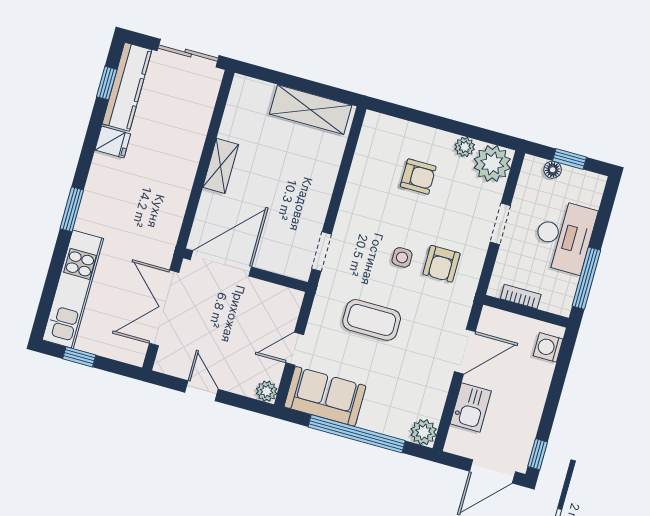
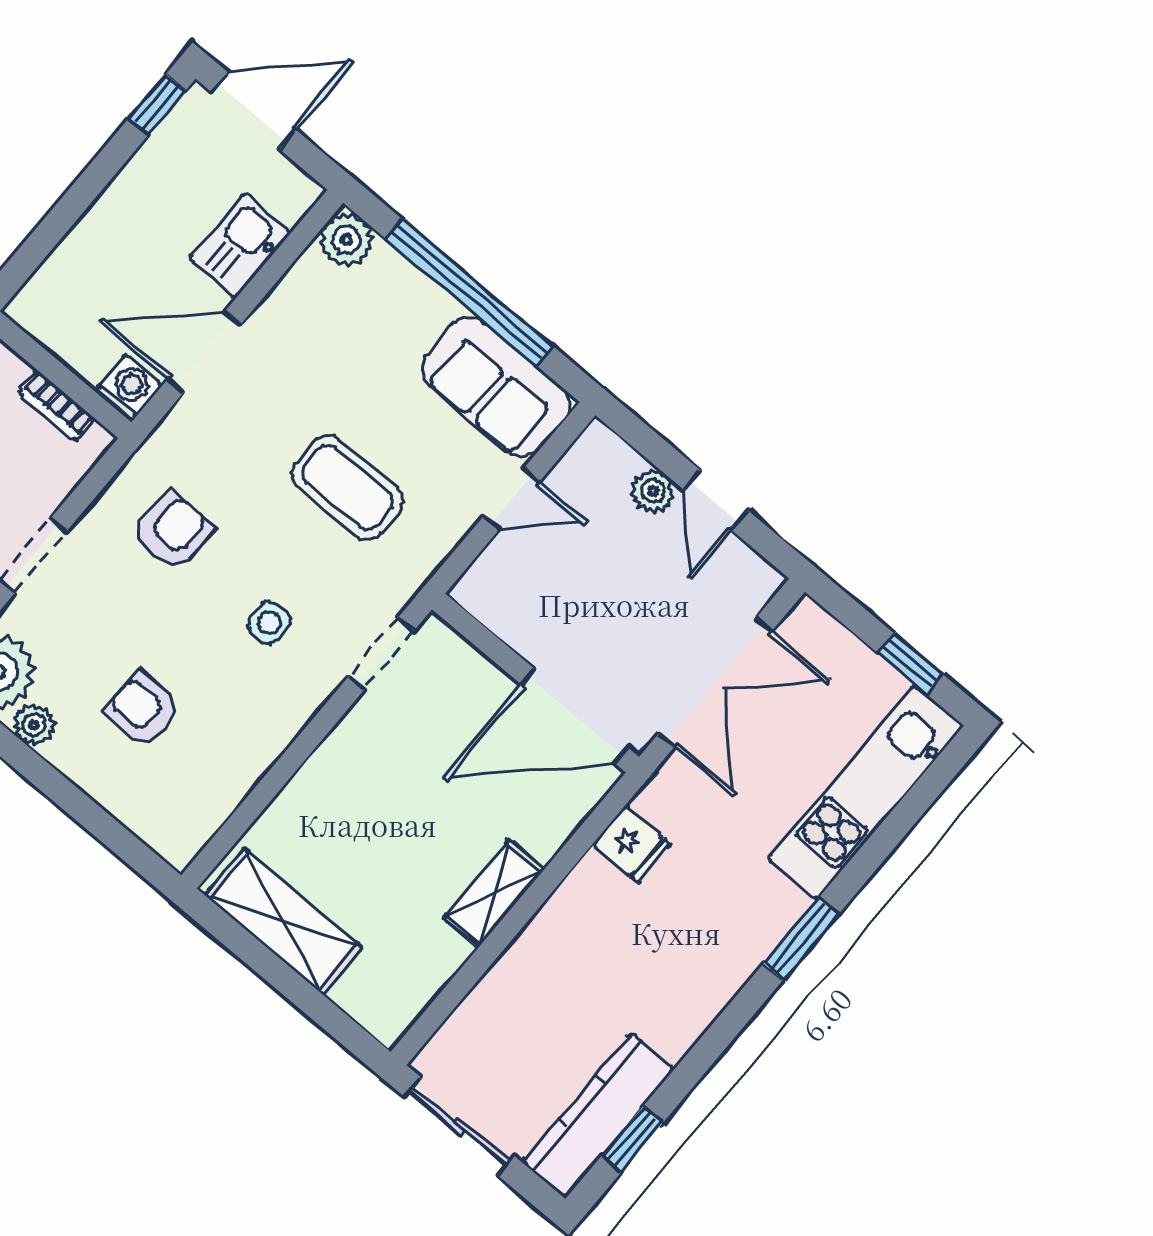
fridge: (113, 142) -> (631, 844), moved, turned 180
side table: (402, 257) -> (269, 622), moved
washing machine: (548, 347) -> (129, 388), moved, turned -90
plant: (267, 391) -> (653, 491), moved

